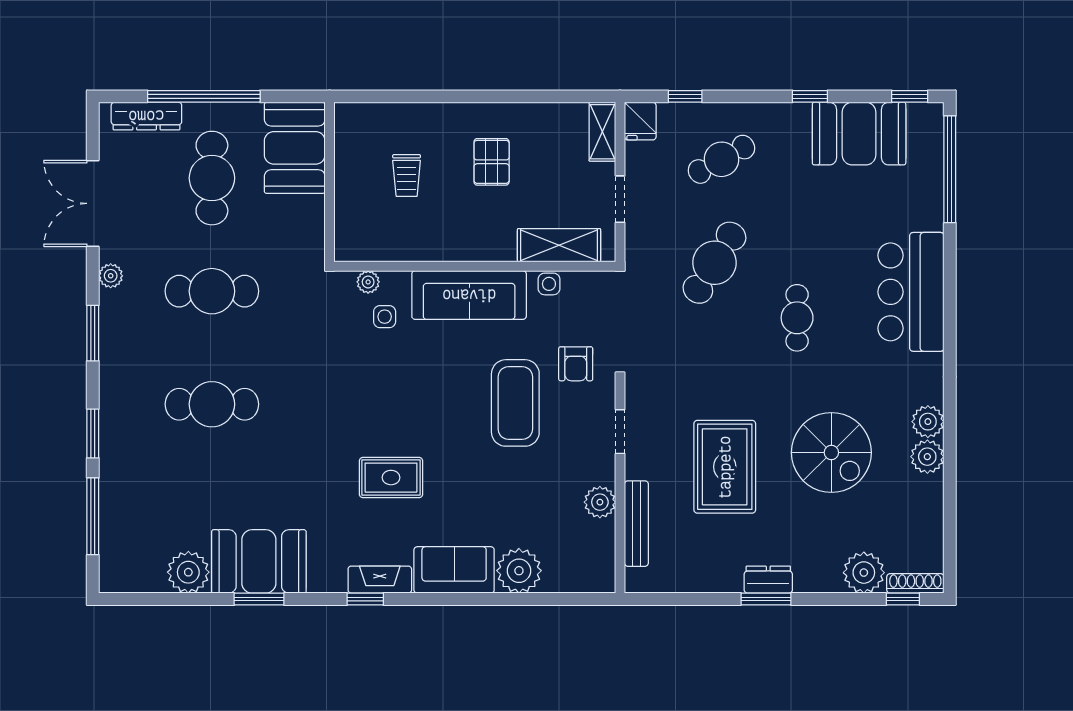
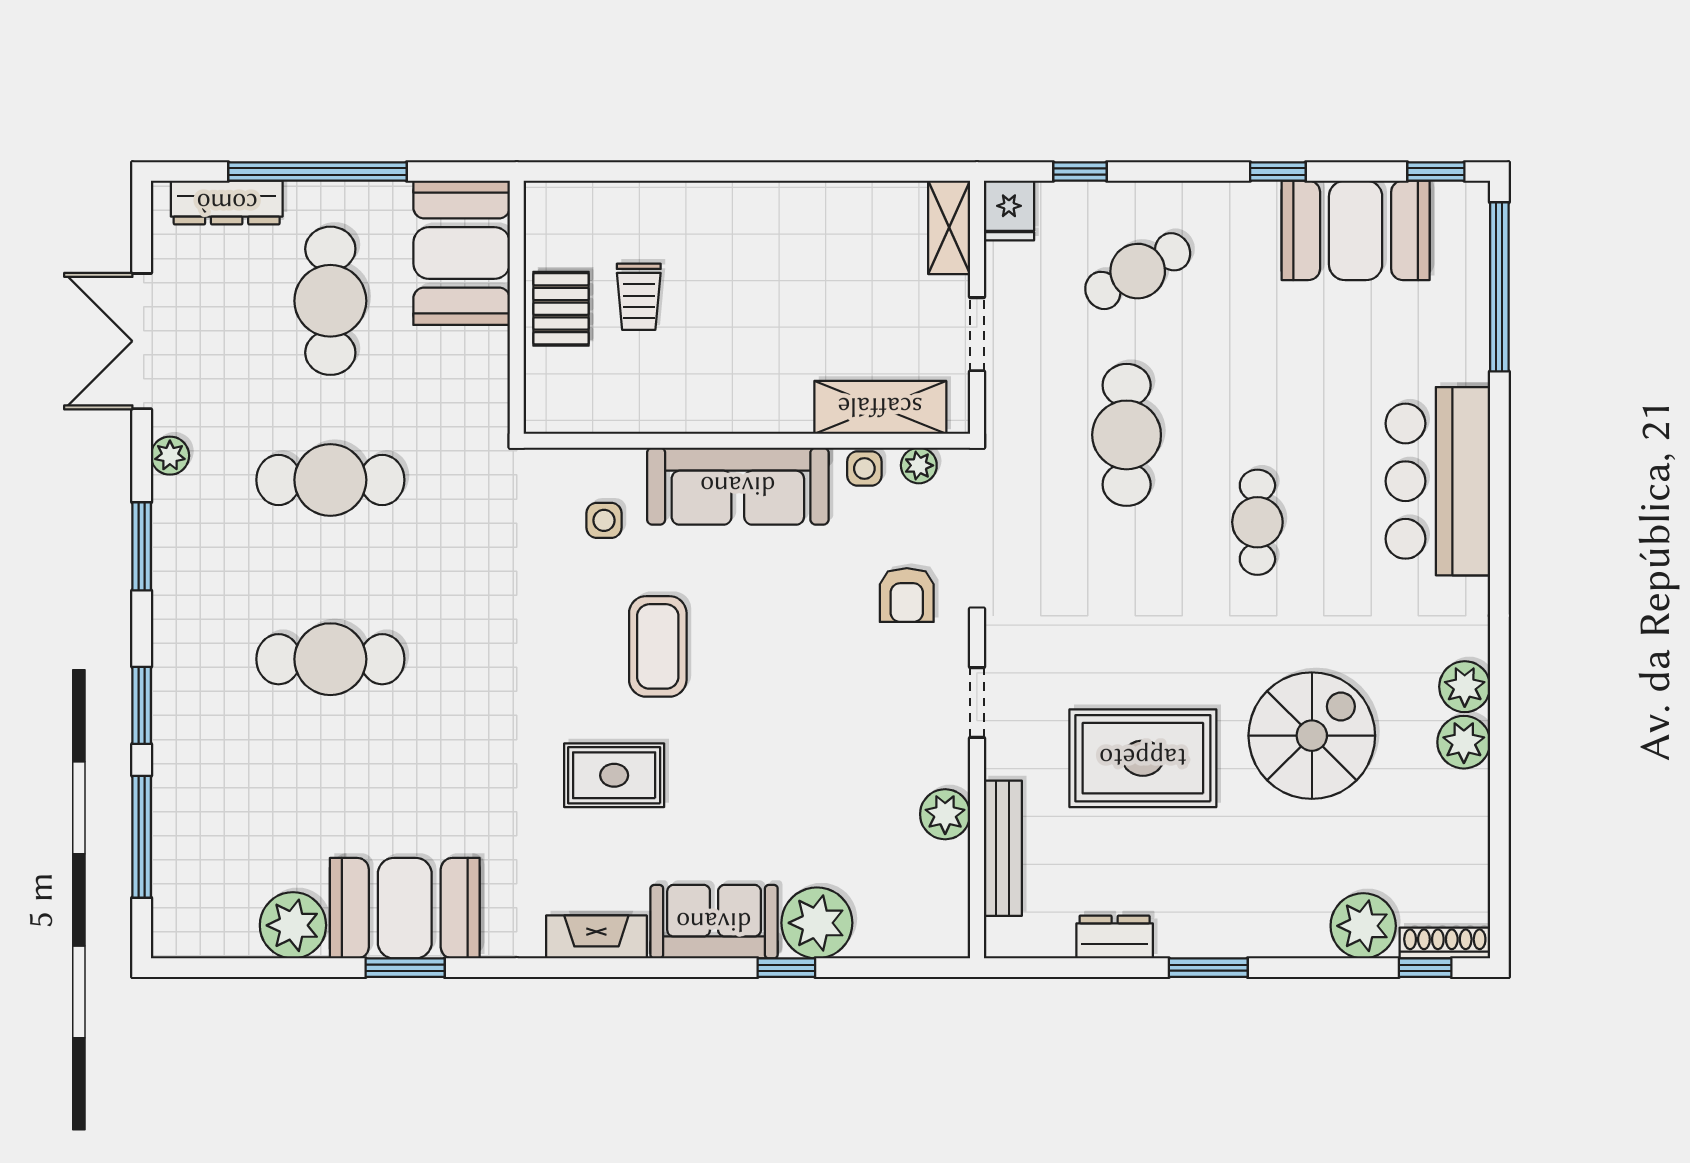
pallet: (492, 162) -> (561, 309), moved
cafe table: (714, 263) -> (1127, 435), turned -32
plant: (368, 282) -> (919, 465), moved
coffee table: (515, 403) -> (658, 646), moved, width x0.73, depth x0.76
spiral stairs: (831, 453) -> (1312, 736), turned -90
rug: (725, 467) -> (1143, 758), turned 90
dresser: (768, 580) -> (1115, 937), moved
window: (365, 599) -> (786, 968), moved

